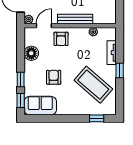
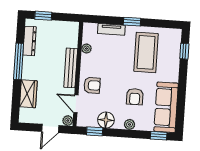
plant: (29, 74) -> (130, 124), added
armchair: (54, 77) -> (135, 97), turned -90
window: (21, 80) -> (95, 131), moved
coffee table: (93, 85) -> (146, 52), turned -41
sofa: (40, 106) -> (166, 107), width x1.36

